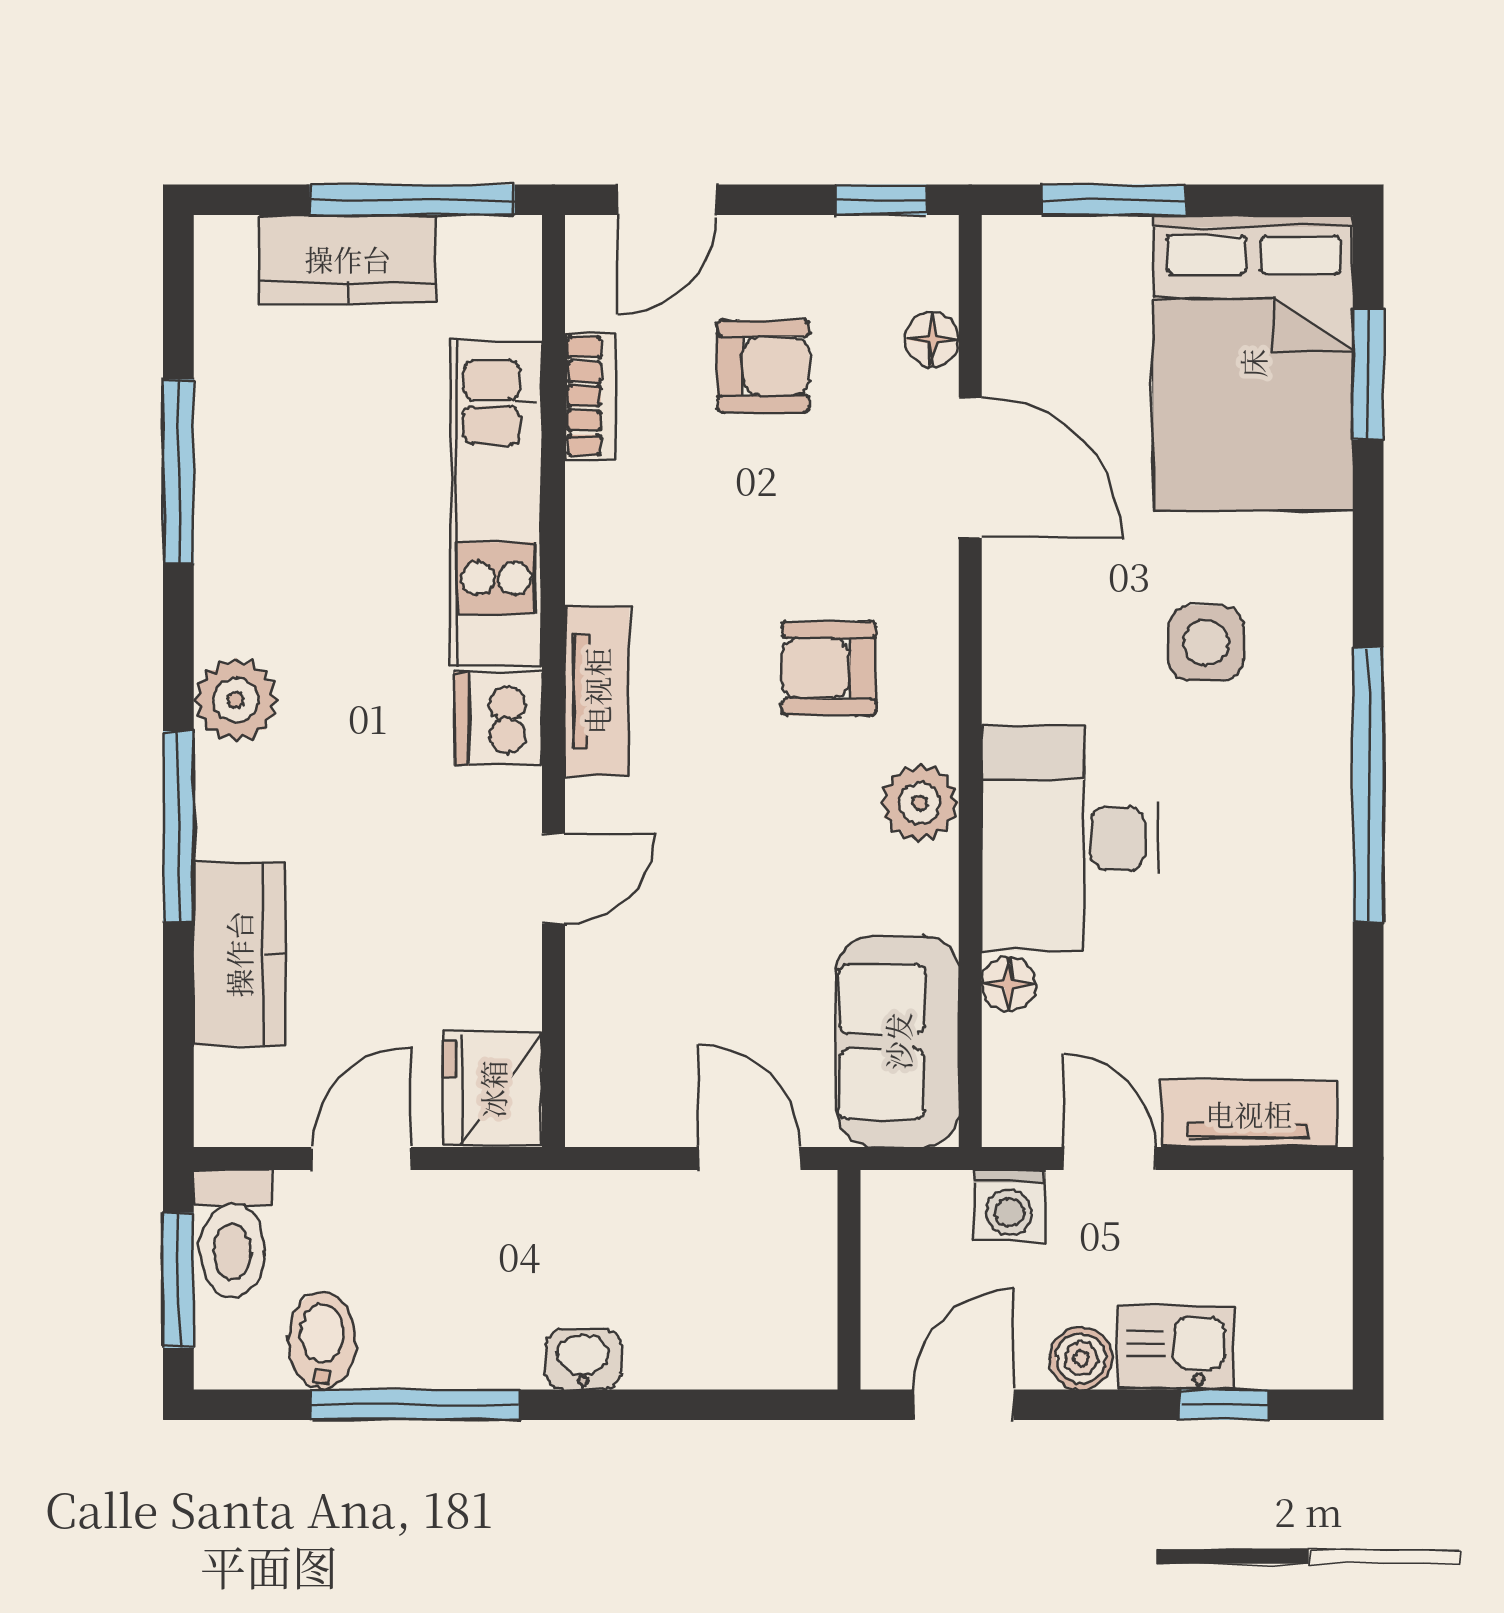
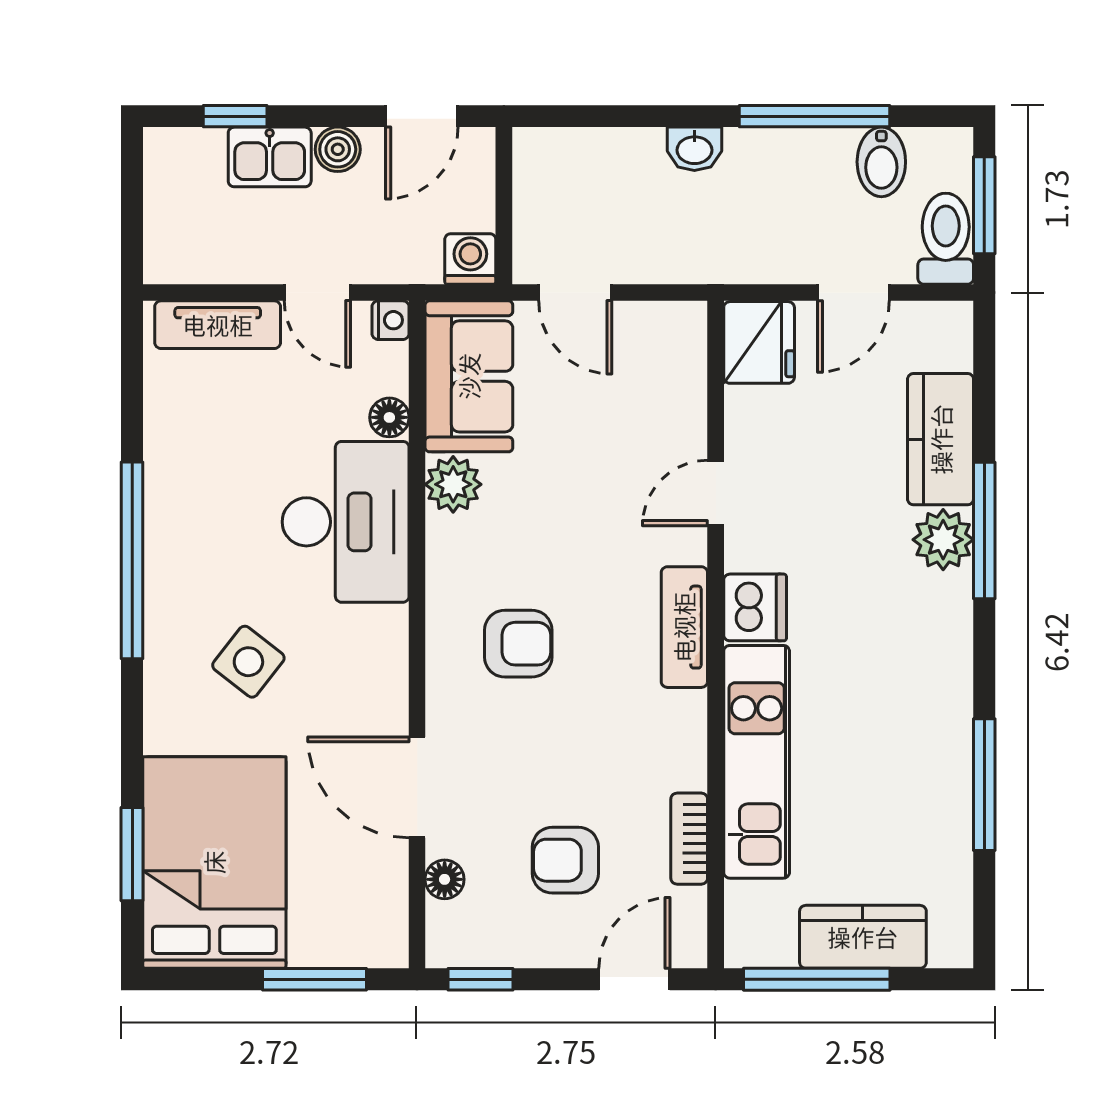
side table: (1206, 643) -> (248, 662), turned 38
plant: (236, 700) -> (943, 540), moved
plant: (920, 803) -> (453, 484), moved
nightstand: (1007, 1120) -> (391, 320), added
washing machine: (1009, 1205) -> (470, 259), moved

